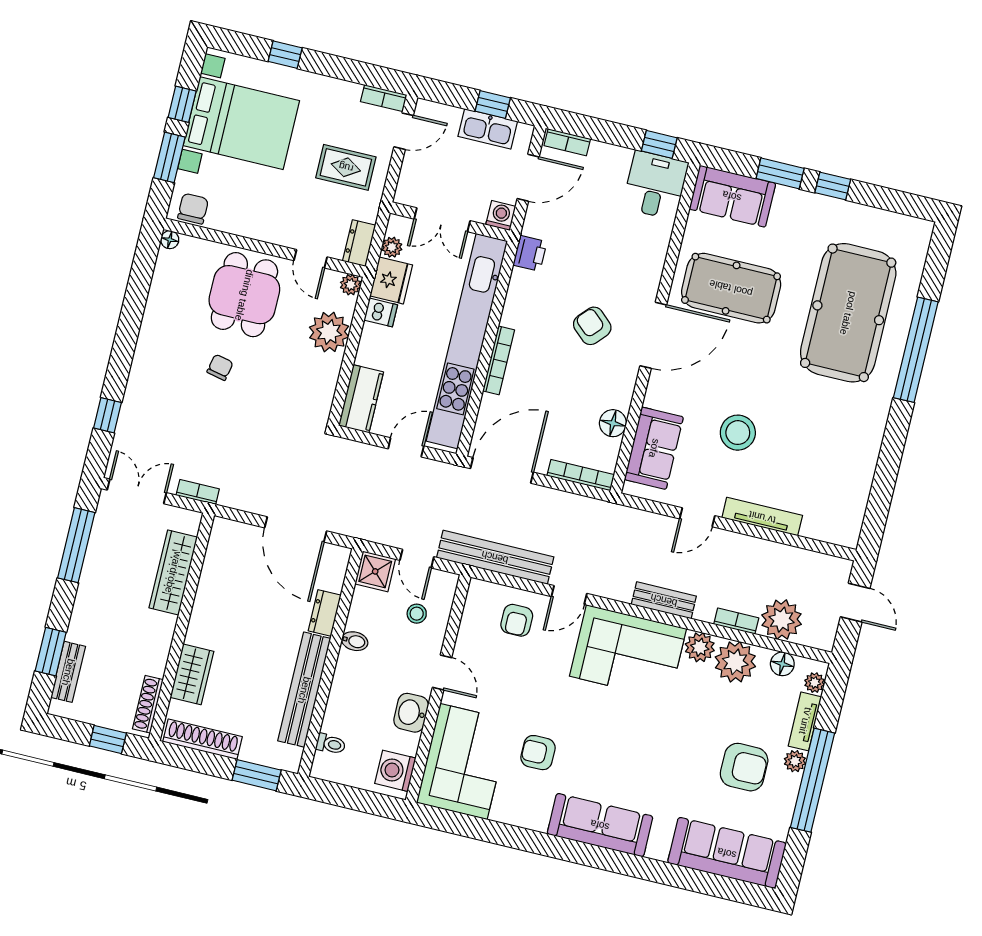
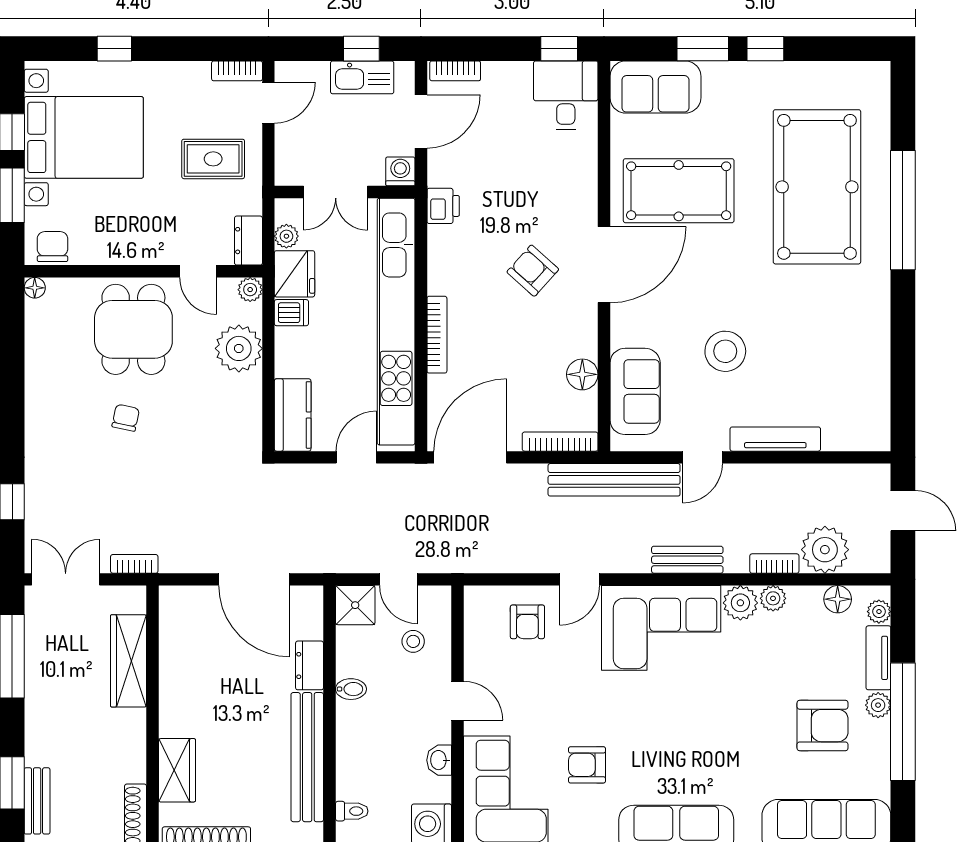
bench: (495, 557) -> (614, 480), moved
plant: (735, 662) -> (773, 598), width x0.53, depth x0.53
washbasin: (411, 713) -> (439, 760), width x0.72, depth x0.69

